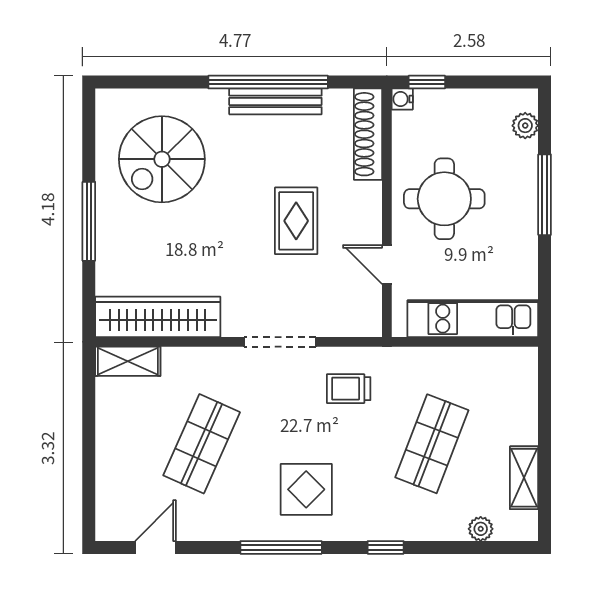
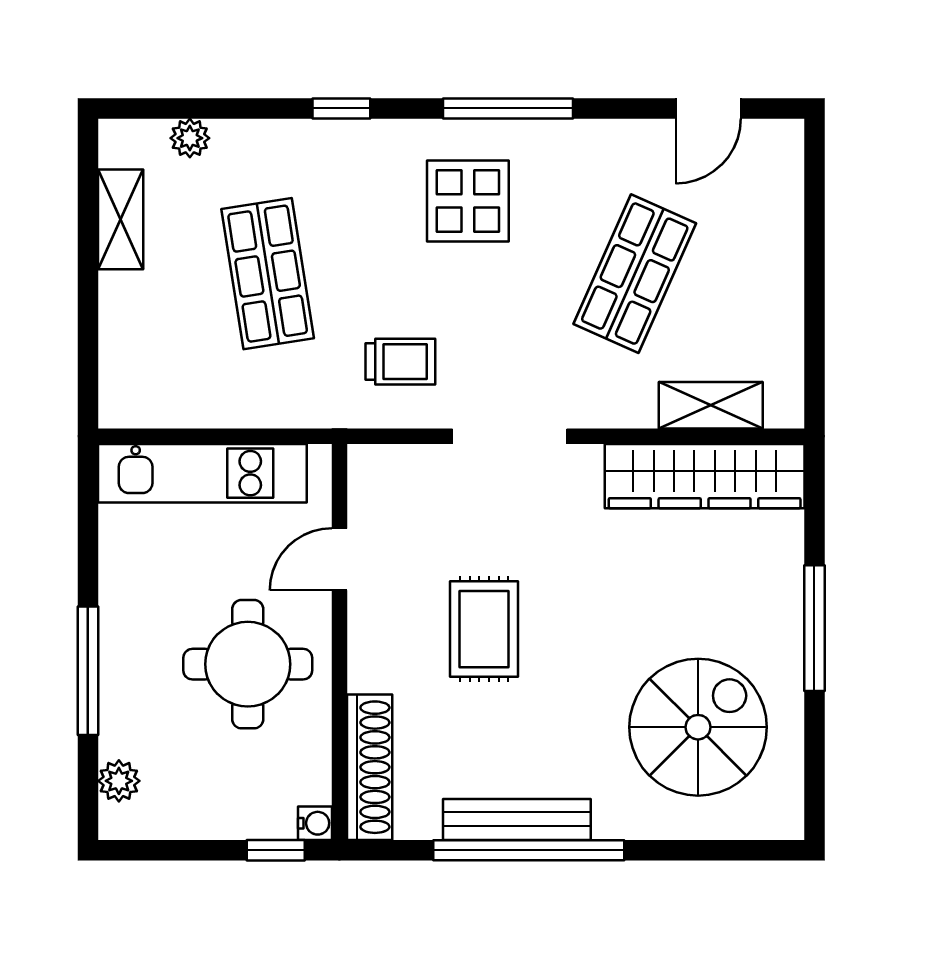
door: (387, 265) -> (339, 559), swing flipped
shelving: (128, 361) -> (711, 405), moved
shop shelf: (432, 444) -> (268, 274), turned -30

